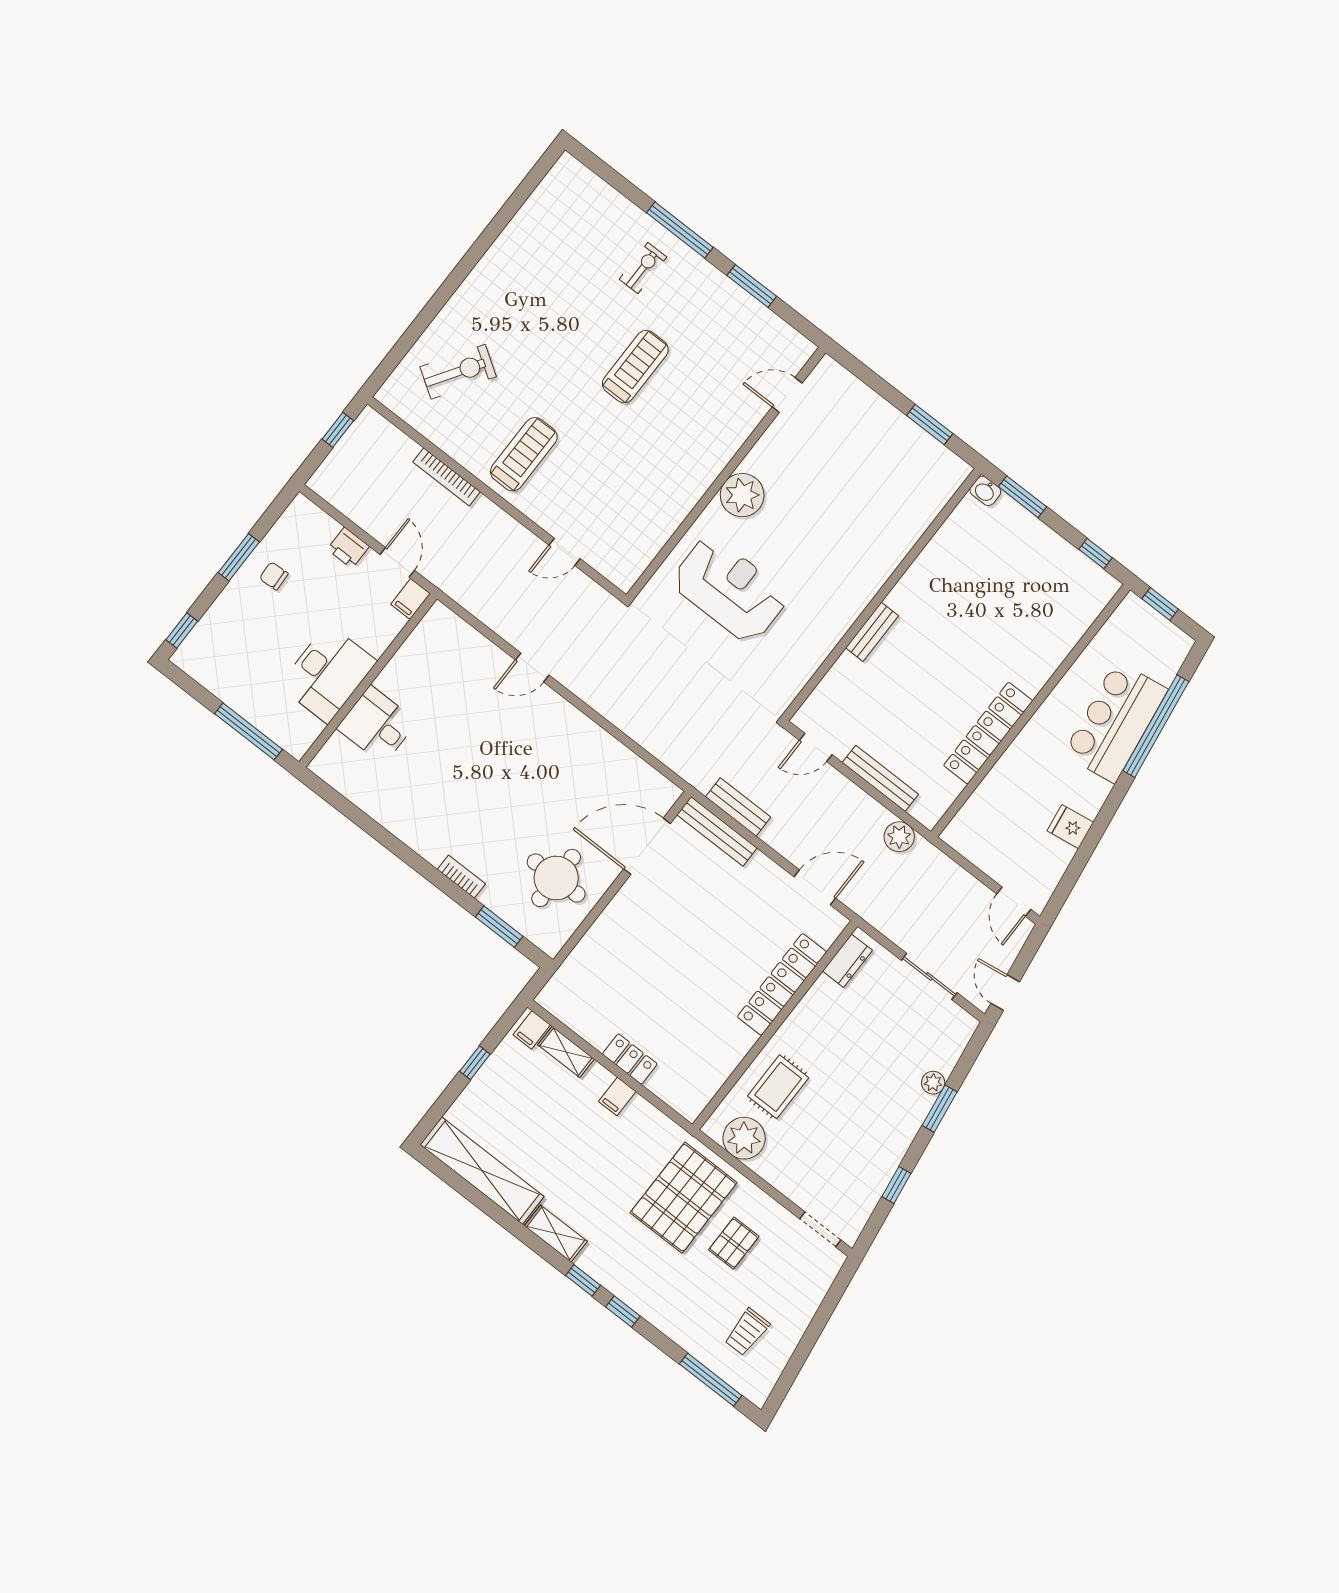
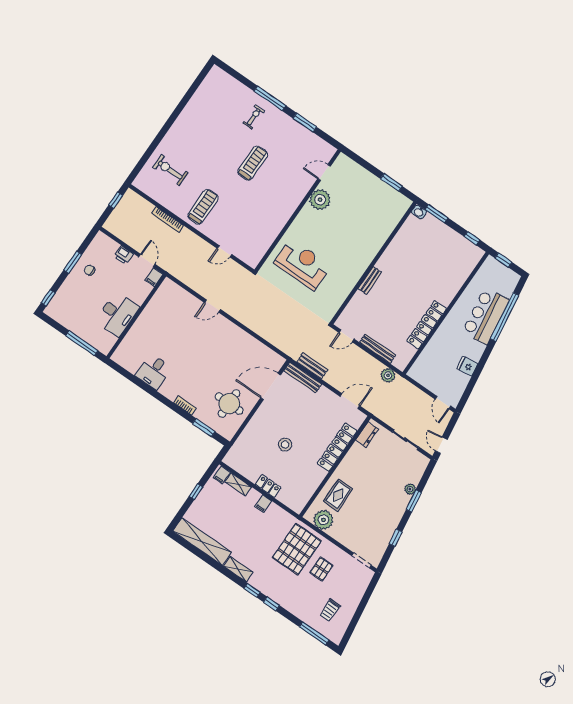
exercise bike: (458, 372) -> (170, 170), turned -123
plant: (742, 495) -> (320, 200), moved
desk: (377, 725) -> (153, 372), moved, turned -90
stool: (671, 972) -> (285, 445), added

